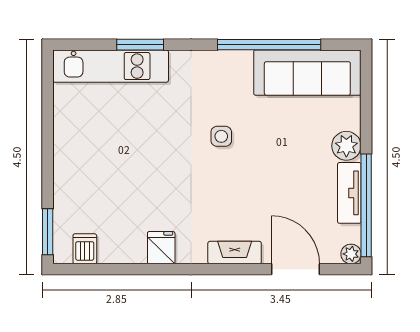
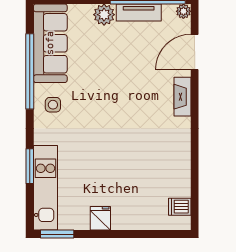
side table: (221, 136) -> (53, 105), moved
window: (48, 232) -> (57, 234), moved
fridge: (161, 248) -> (100, 218), moved, turned 90

